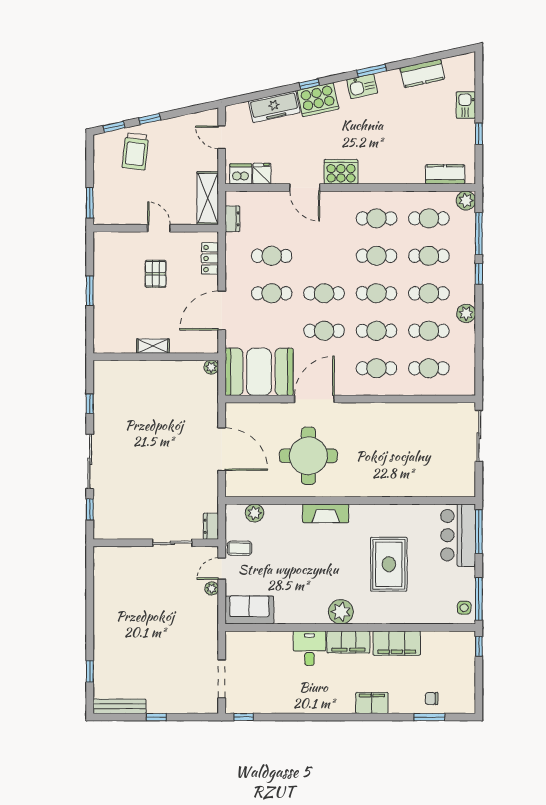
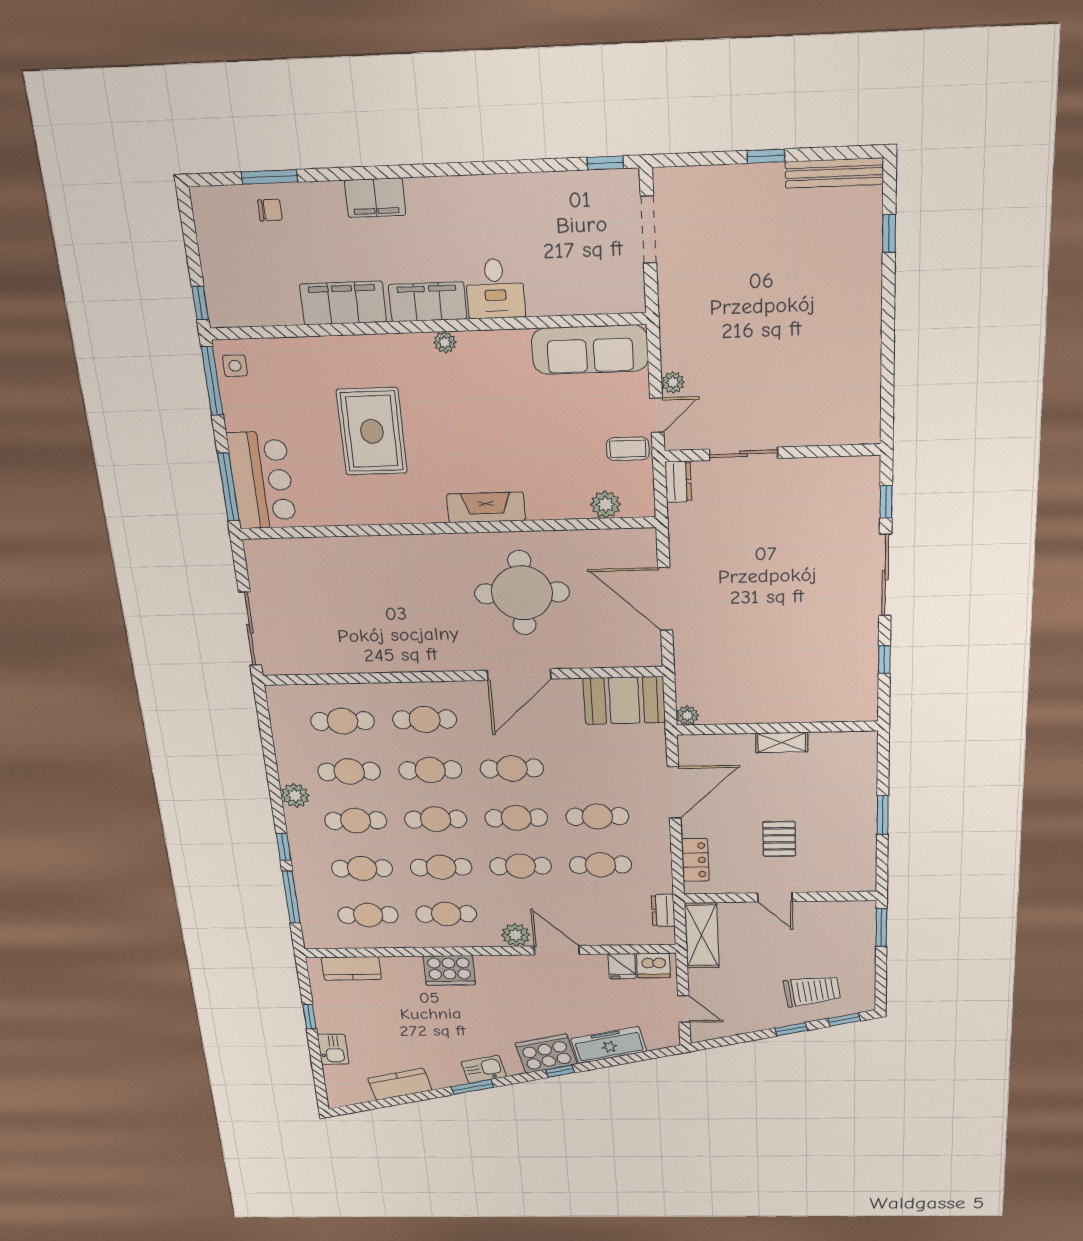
trolley: (135, 151) -> (812, 991), turned 76
cooker: (341, 172) -> (449, 970), moved
plant: (466, 200) -> (516, 935), moved
cafe table: (324, 256) -> (521, 866), added
booth: (259, 372) -> (624, 700), width x0.73, depth x0.70
sofa: (249, 610) -> (590, 350), width x1.36
plant: (341, 612) -> (445, 342), width x0.53, depth x0.53

